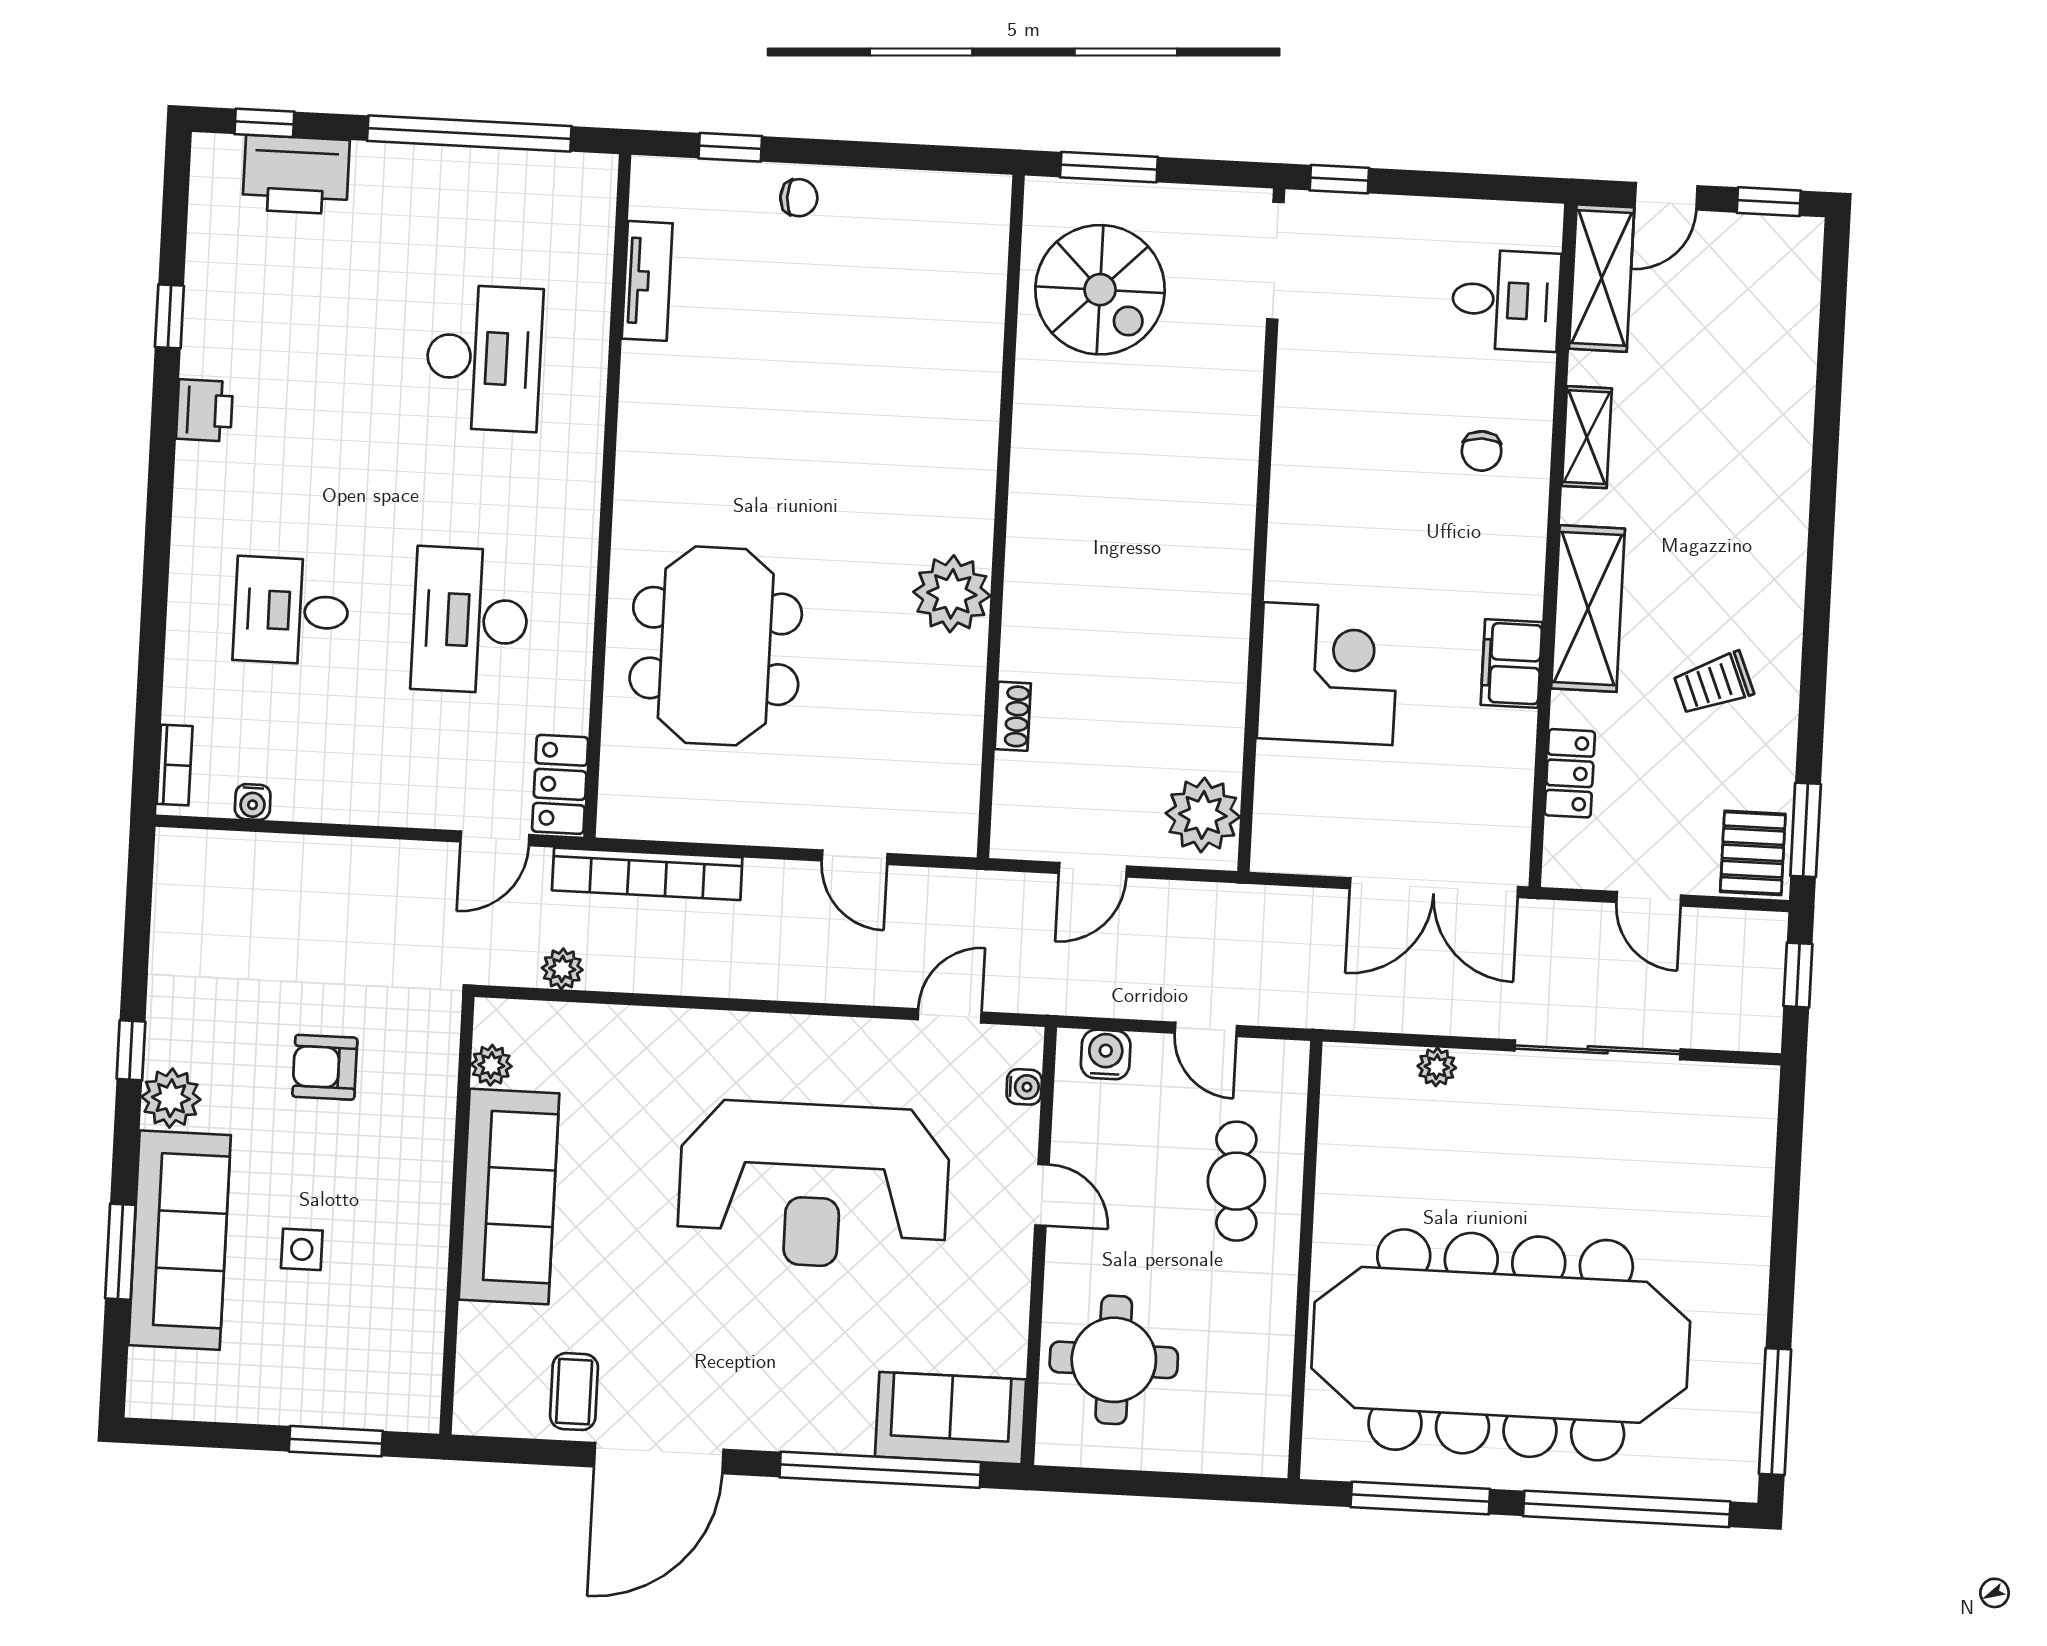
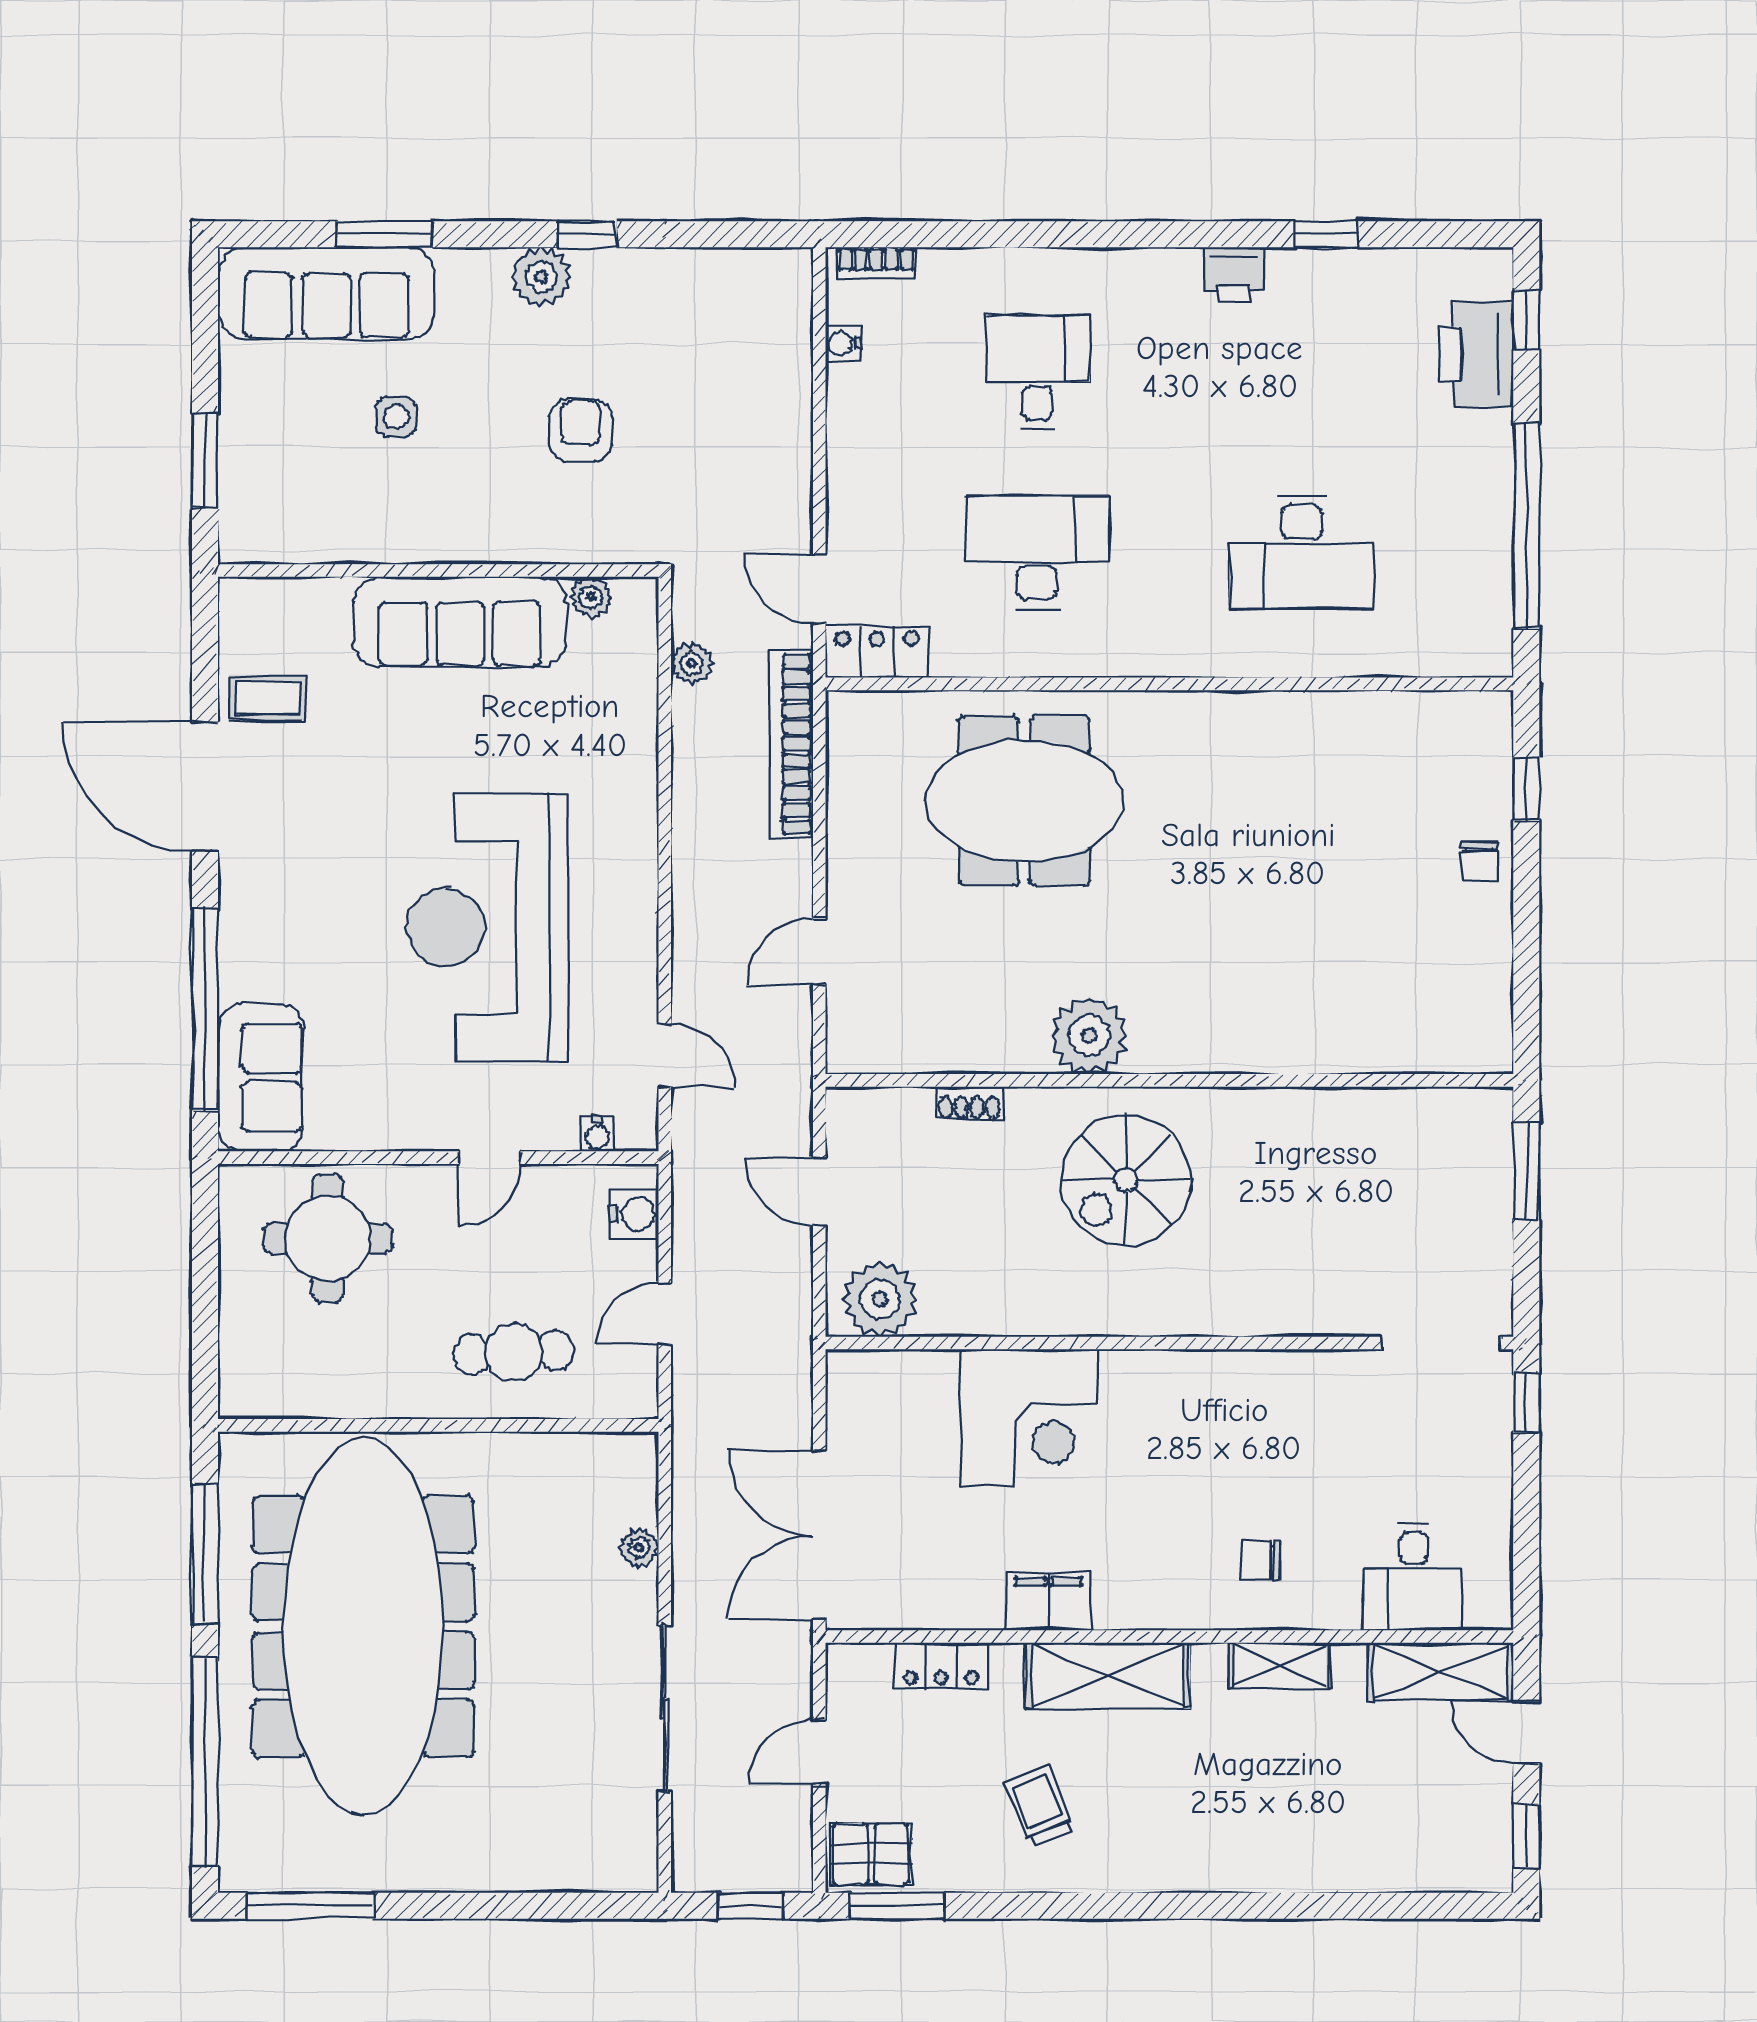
tv unit: (647, 281) -> (1388, 713), removed
spiral stairs: (1100, 290) -> (1126, 1180), moved
sofa: (180, 1240) -> (326, 293), moved

